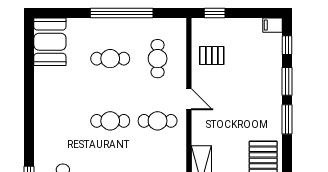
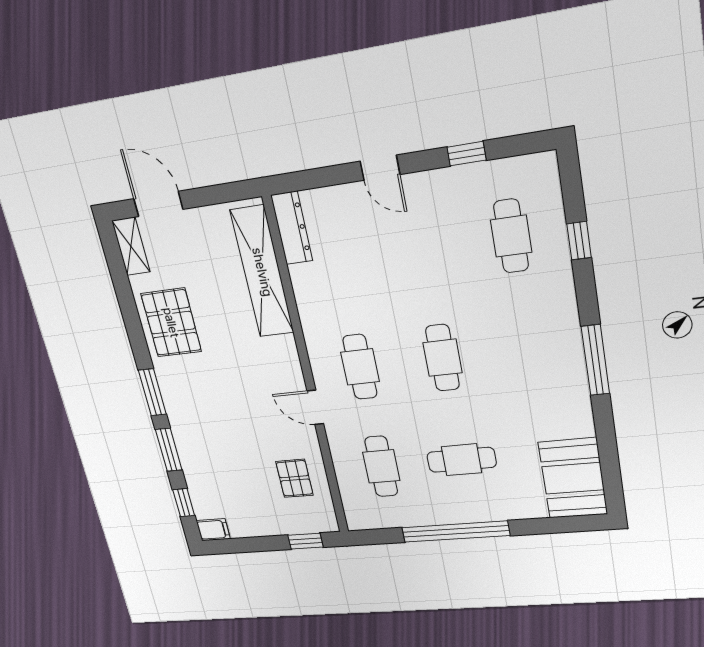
pallet: (212, 56) -> (294, 478), turned 90
window: (29, 110) -> (595, 360), added
cafe table: (110, 121) -> (443, 358), turned 90
cafe table: (158, 121) -> (360, 367), turned 90

